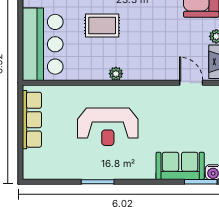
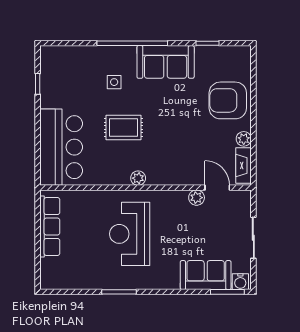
plant: (171, 92) -> (197, 198), added
reception desk: (108, 127) -> (130, 234), turned 90

